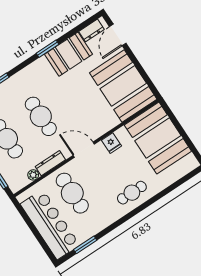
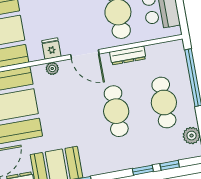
plant: (33, 175) -> (52, 68), moved

